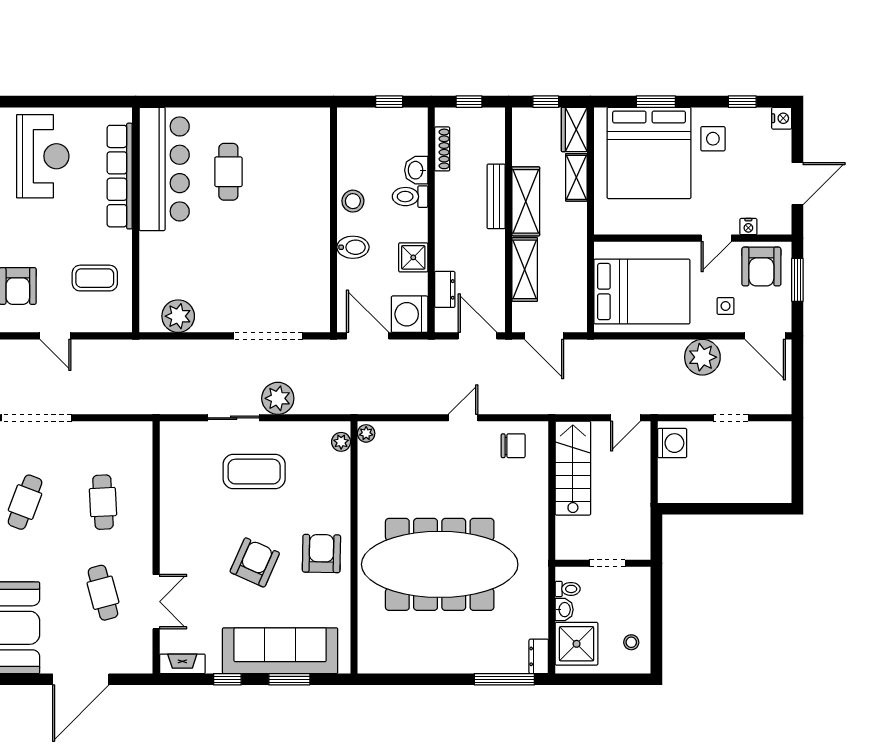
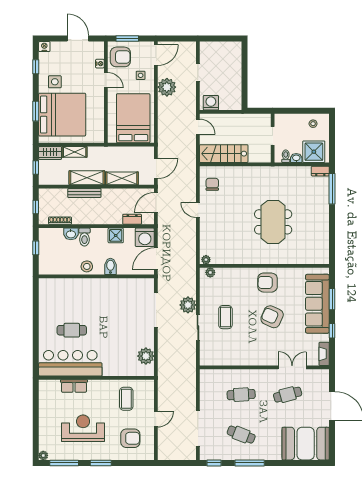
reception desk: (43, 156) -> (83, 428), moved
row of seats: (120, 176) -> (74, 386), width x0.50
coffee table: (254, 472) -> (225, 317), width x0.73, depth x0.76
meeting table: (440, 564) -> (273, 222), width x0.54, depth x0.79

